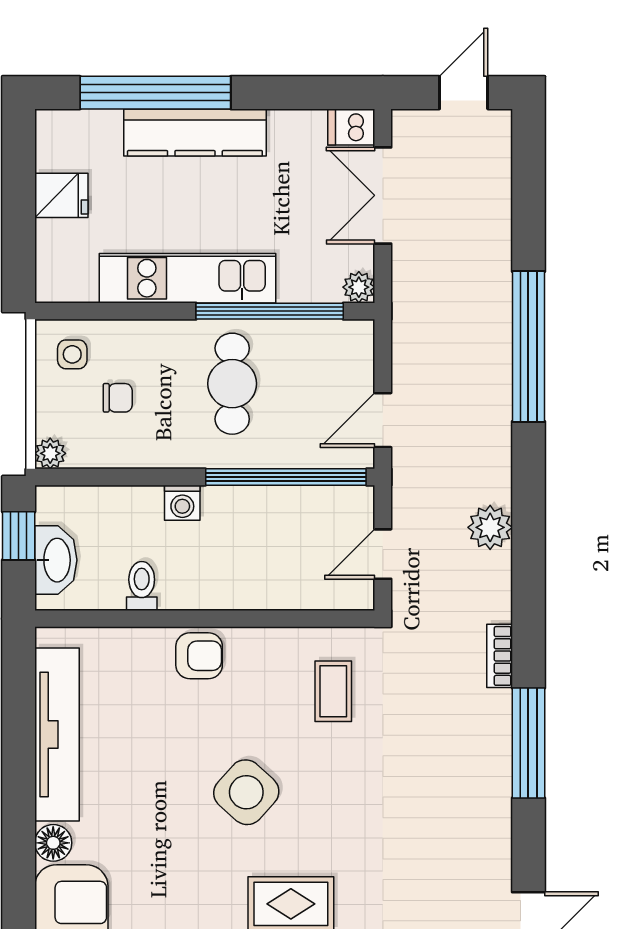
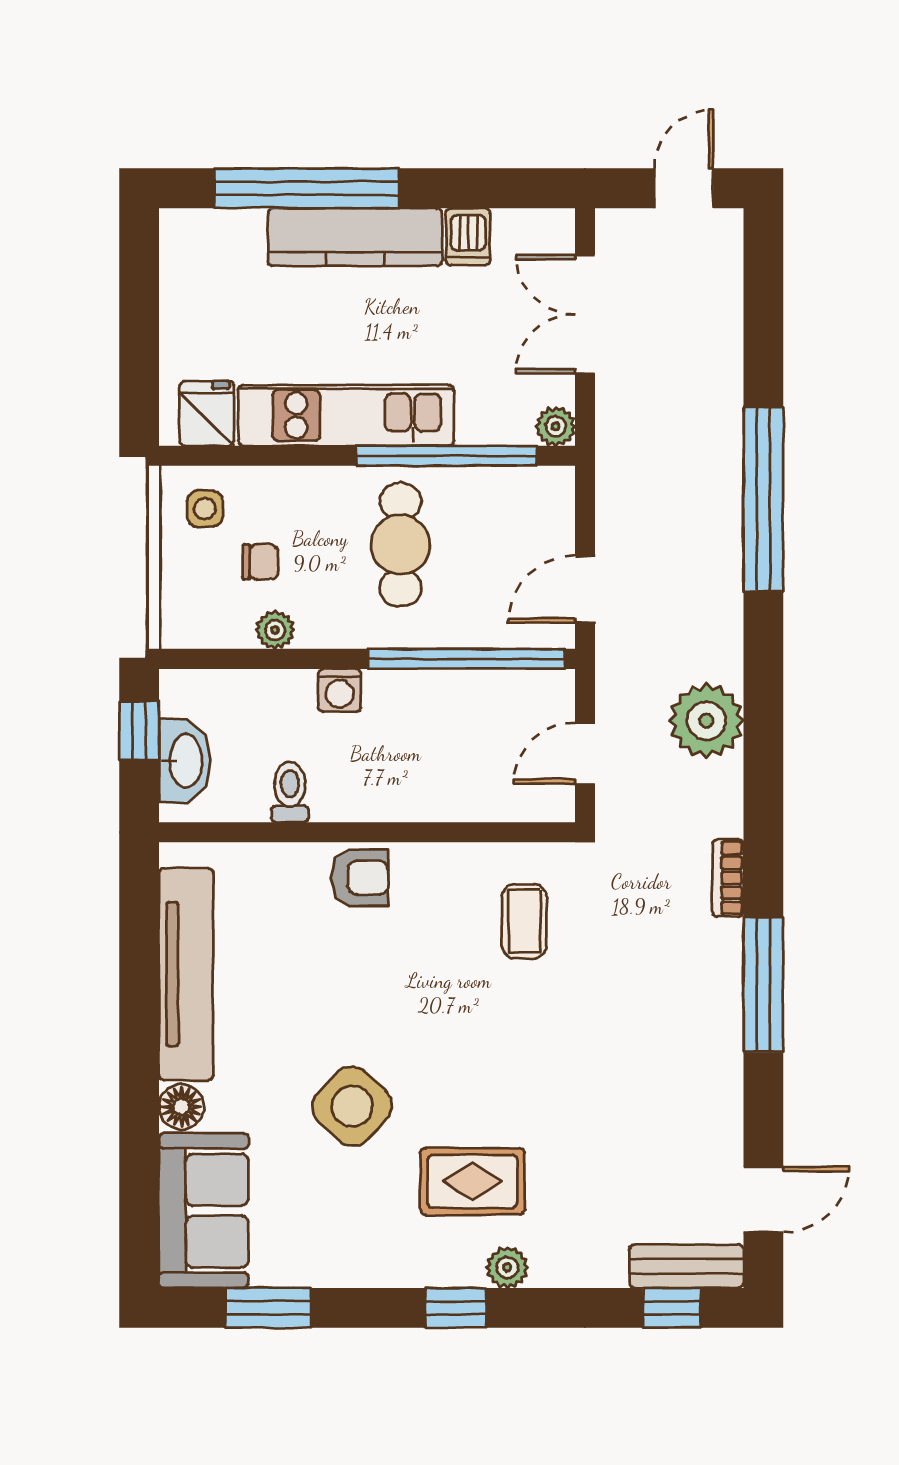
dishwasher: (351, 127) -> (468, 237), moved, turned -90
fridge: (61, 195) -> (207, 413), moved, turned -90
plant: (50, 453) -> (275, 630), moved
plant: (490, 527) -> (706, 721), width x1.36, depth x1.36
side table: (246, 792) -> (352, 1106), moved

